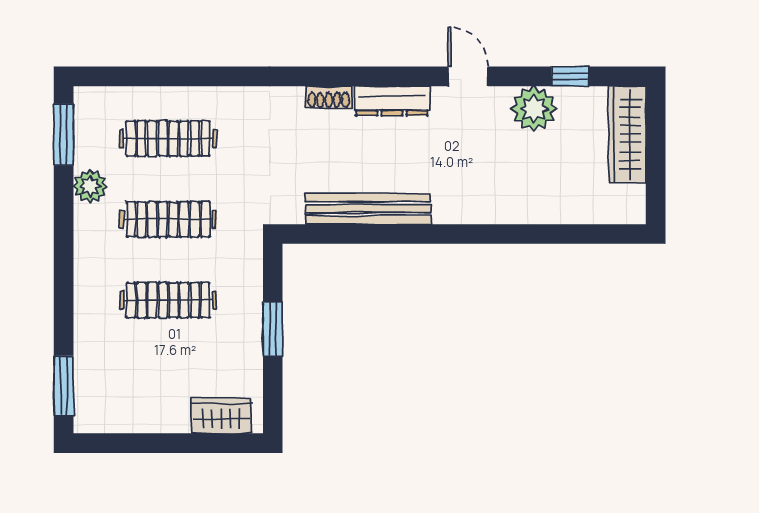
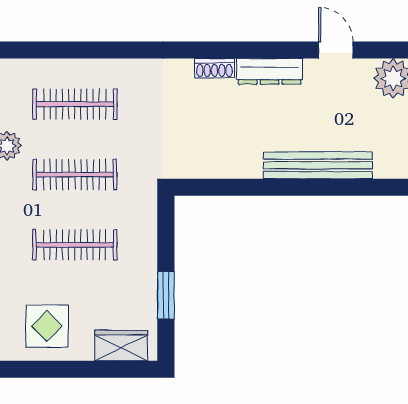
bench: (368, 209) -> (318, 165), moved
window: (273, 329) -> (166, 295), moved
display table: (136, 394) -> (47, 326), added

